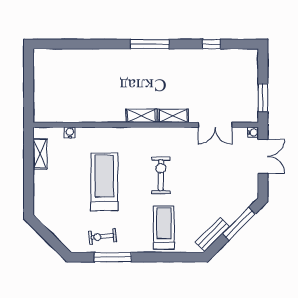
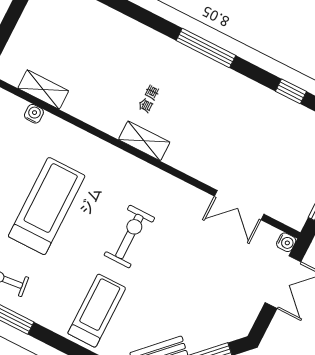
shelving: (173, 116) -> (43, 90), moved

